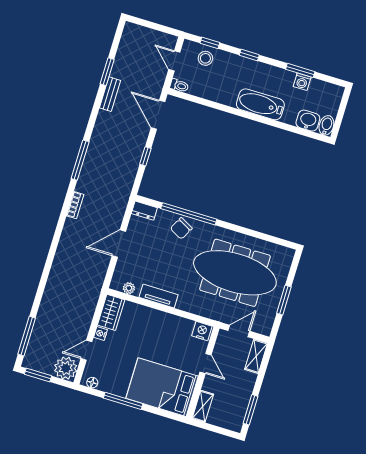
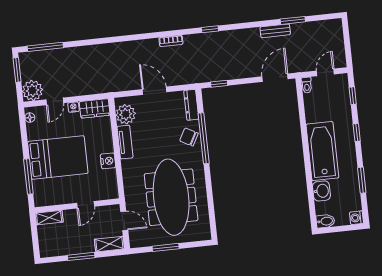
stool: (205, 58) -> (338, 97), removed
washing machine: (302, 82) -> (356, 218), moved
bathtub: (260, 104) -> (322, 151), width x1.36, depth x1.36
washbasin: (308, 121) -> (321, 191), moved
window: (145, 156) -> (219, 84), moved
window: (80, 160) -> (210, 29), width x0.46
dresser: (144, 211) -> (191, 105), width x1.44
plant: (129, 288) -> (126, 114), width x1.87, depth x1.87
nightstand: (202, 331) -> (108, 161), moved
door: (86, 350) -> (55, 101), swing flipped
bed: (162, 387) -> (58, 157), moved, turned 90
window: (123, 401) -> (28, 177), moved
window: (251, 410) -> (81, 256), moved

